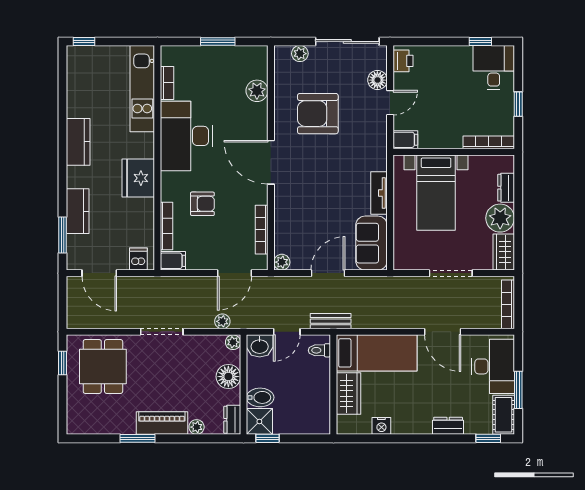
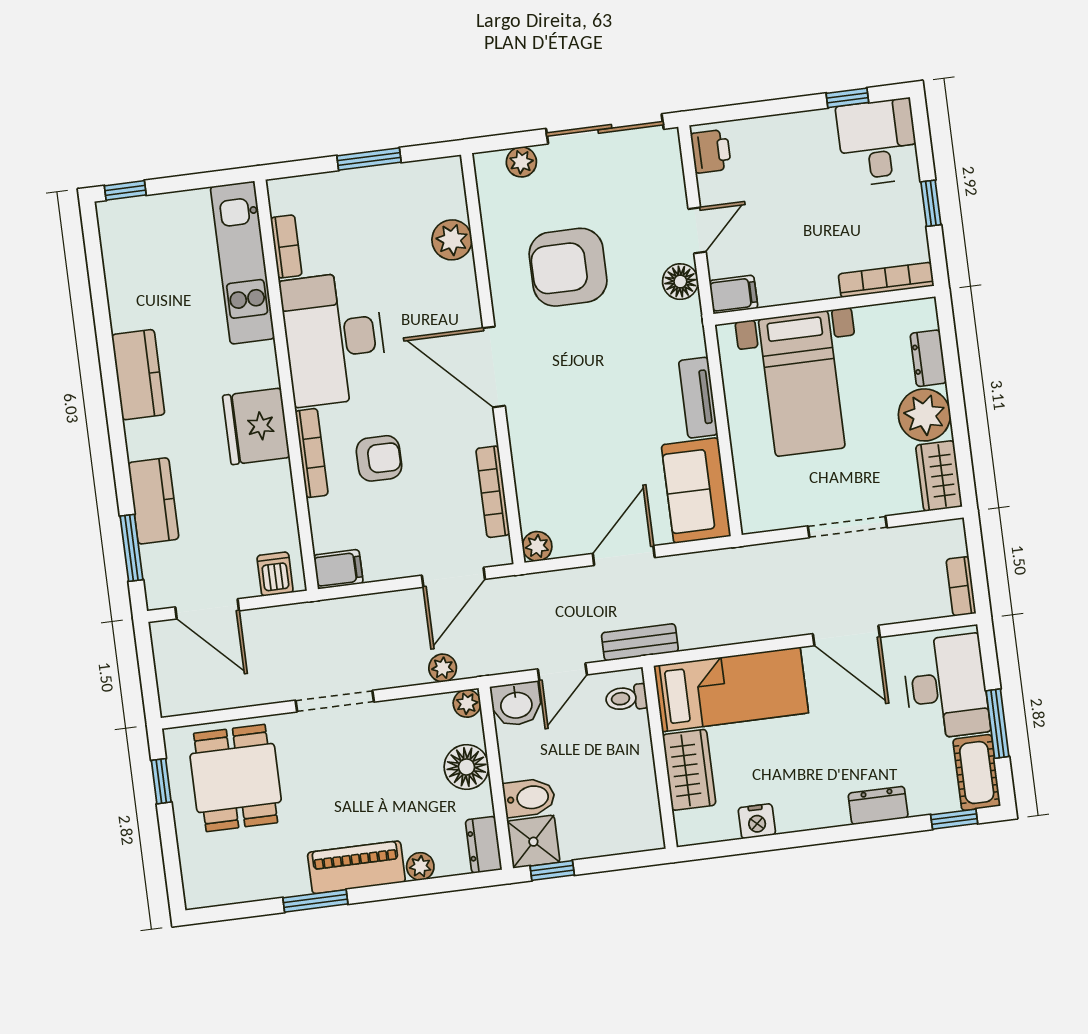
floor lamp: (377, 80) -> (680, 282), moved
bookcase: (166, 226) -> (312, 453), moved
bookcase: (508, 304) -> (961, 586), width x0.64

